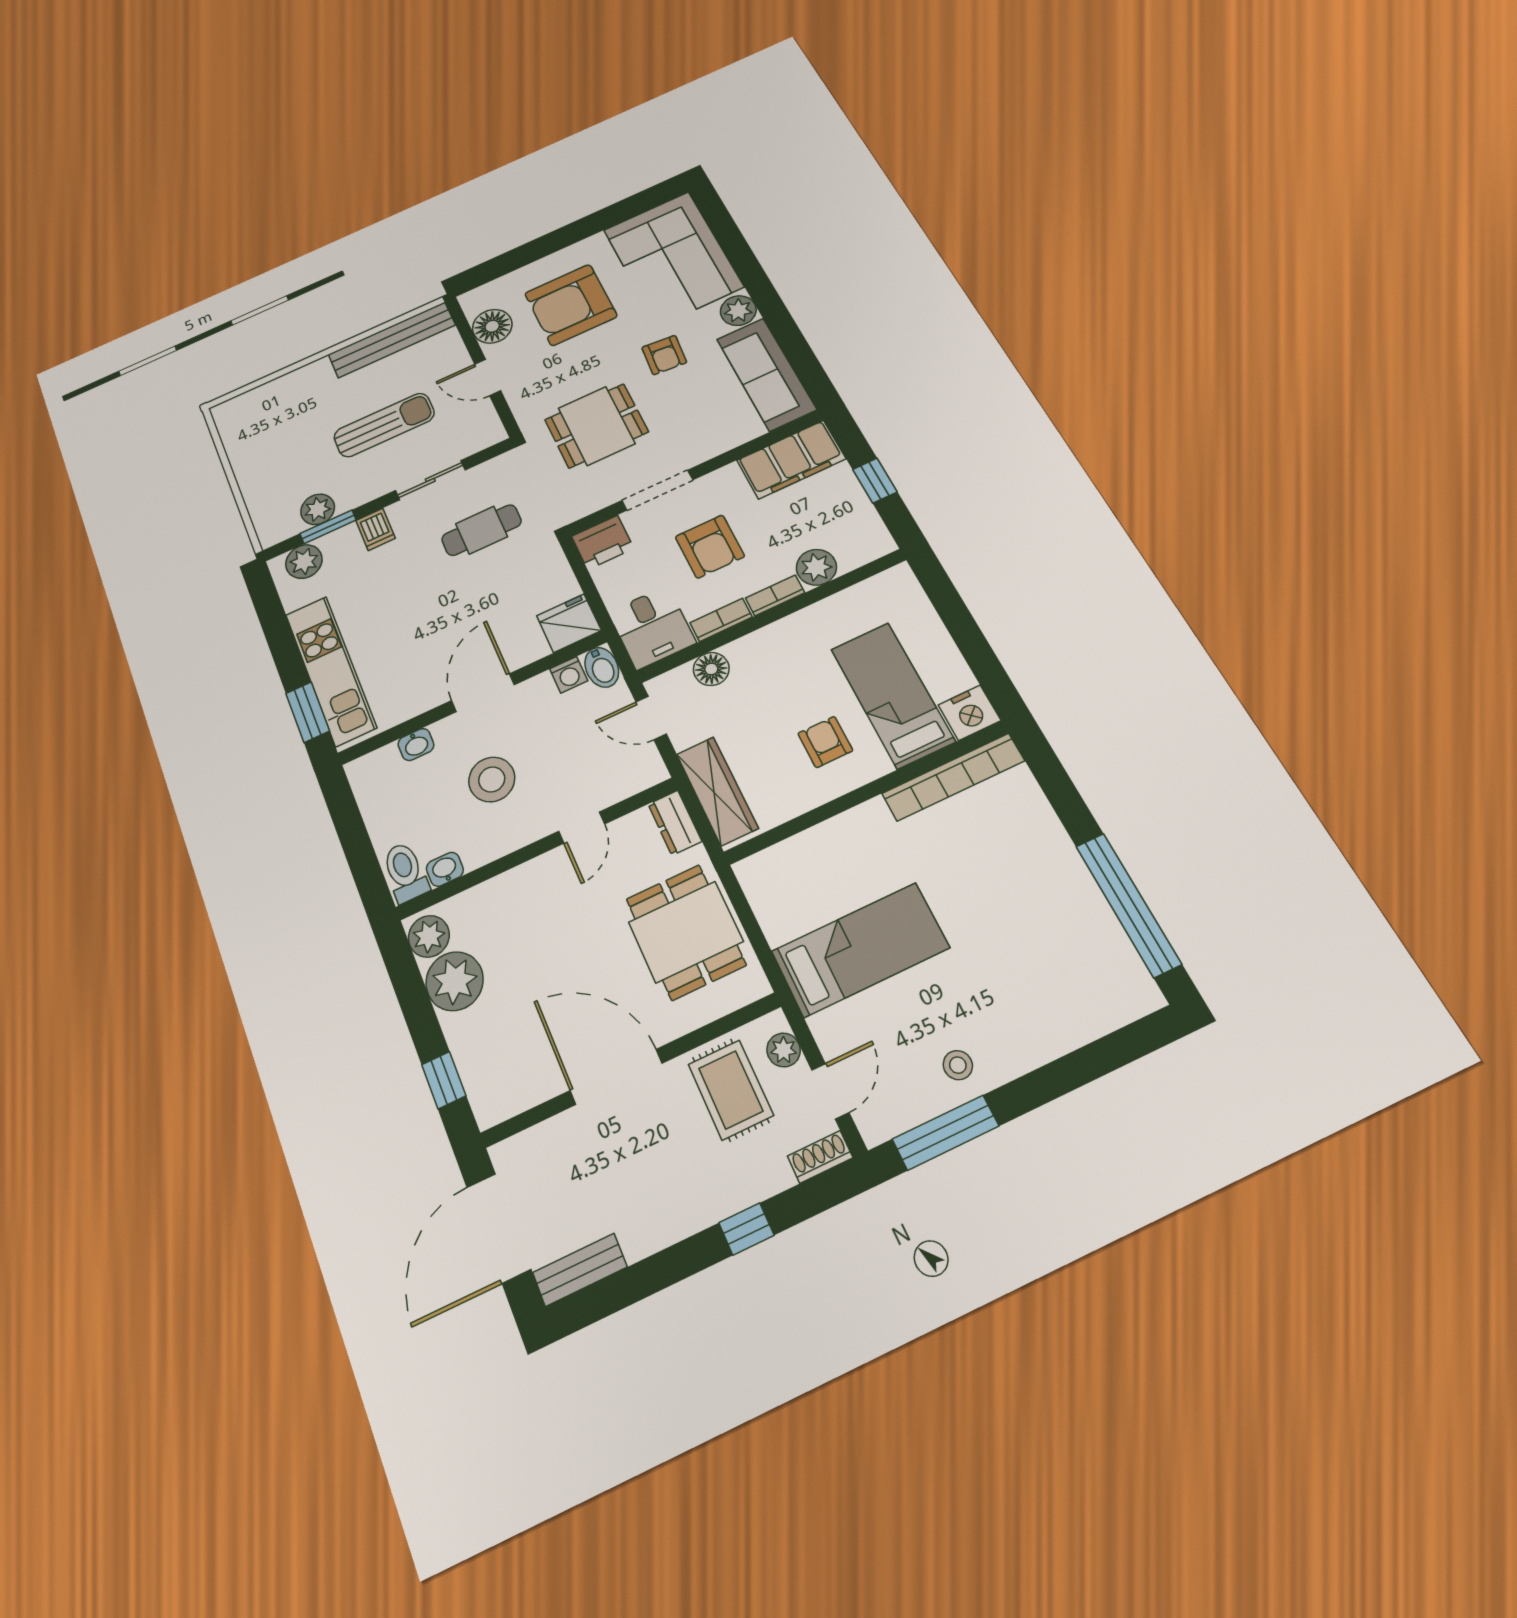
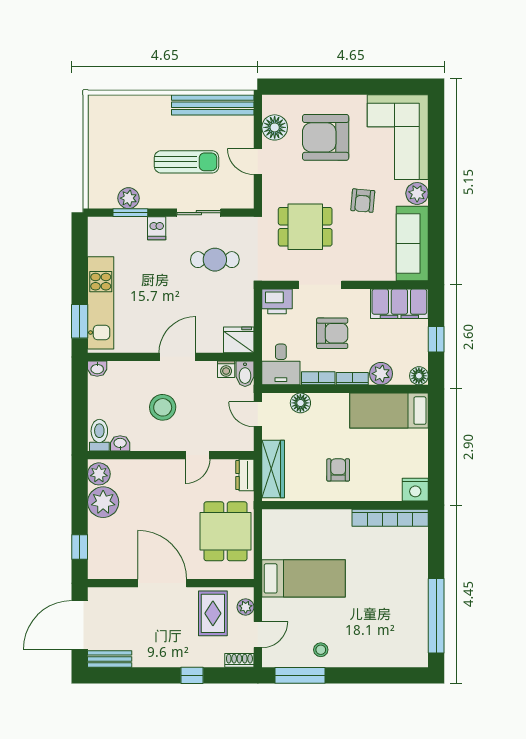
floor lamp: (878, 543) -> (419, 376), added
armchair: (710, 547) -> (332, 333), turned -90
plant: (304, 562) -> (109, 228), removed
bed: (893, 695) -> (389, 411), moved, turned -90
washbasin: (416, 744) -> (97, 369), moved

